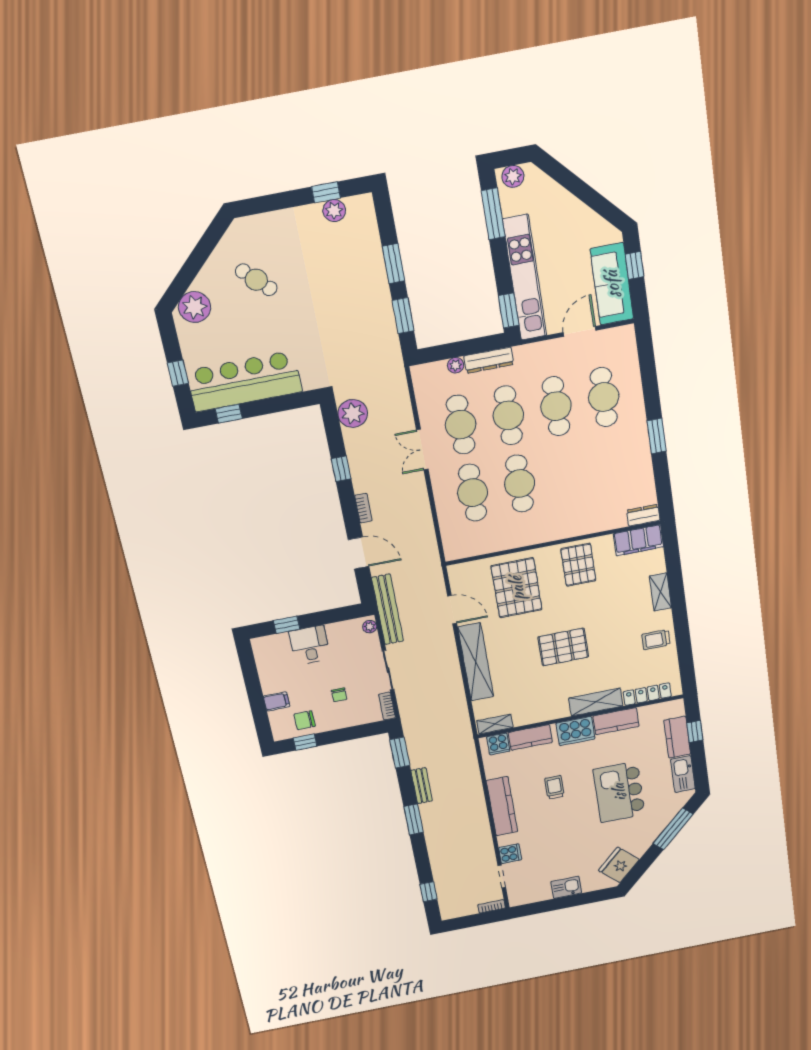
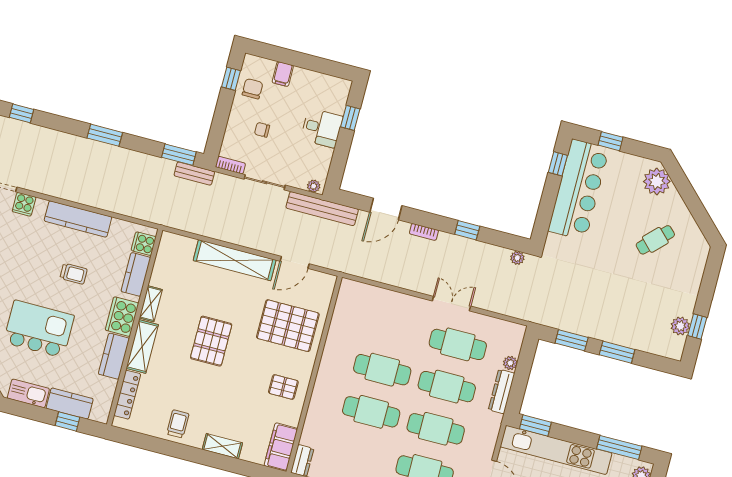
plant: (353, 413) -> (517, 258), width x0.53, depth x0.53
cafe table: (473, 493) -> (371, 412), moved
pallet: (578, 565) -> (283, 387), width x0.67, depth x0.71
shelving: (495, 724) -> (151, 304), moved
bench: (422, 786) -> (194, 174), moved

